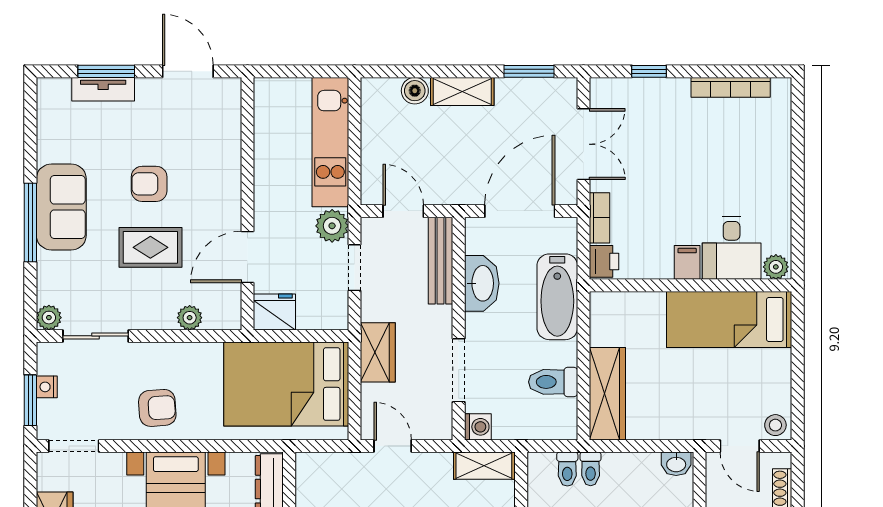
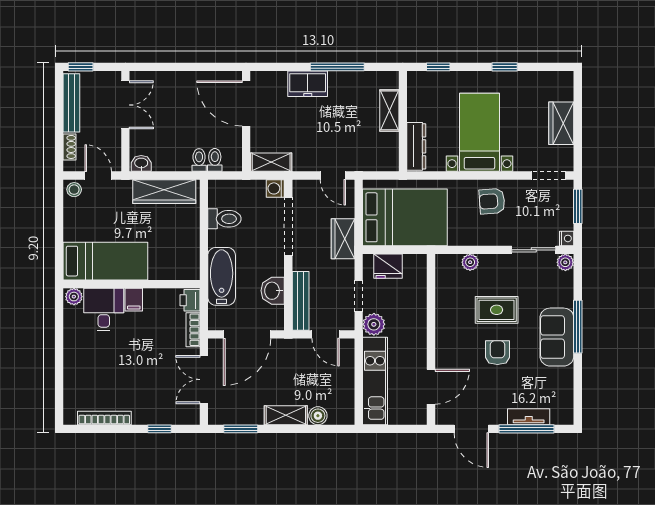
window: (106, 71) -> (526, 429), width x1.44
armchair: (149, 184) -> (497, 353), turned -90
door: (247, 257) -> (431, 387), moved
washbasin: (482, 283) -> (273, 291), width x0.72
fridge: (274, 312) -> (388, 266), moved
doorway: (459, 370) -> (288, 227), width x1.36
nightstand: (47, 387) -> (567, 238), moved
wardrobe: (607, 394) -> (164, 192), moved, turned -90

